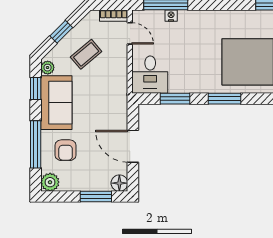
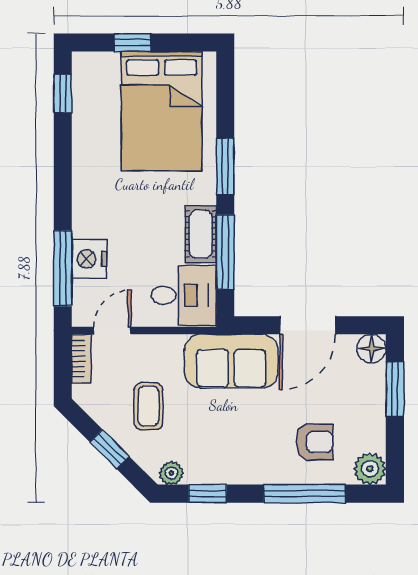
nightstand: (171, 16) -> (89, 259), width x1.89, depth x1.79
coffee table: (86, 54) -> (148, 406), turned 40
cot: (186, 85) -> (201, 234), added
window: (175, 99) -> (225, 252), width x1.44
sofa: (56, 103) -> (231, 361), moved, turned 180

